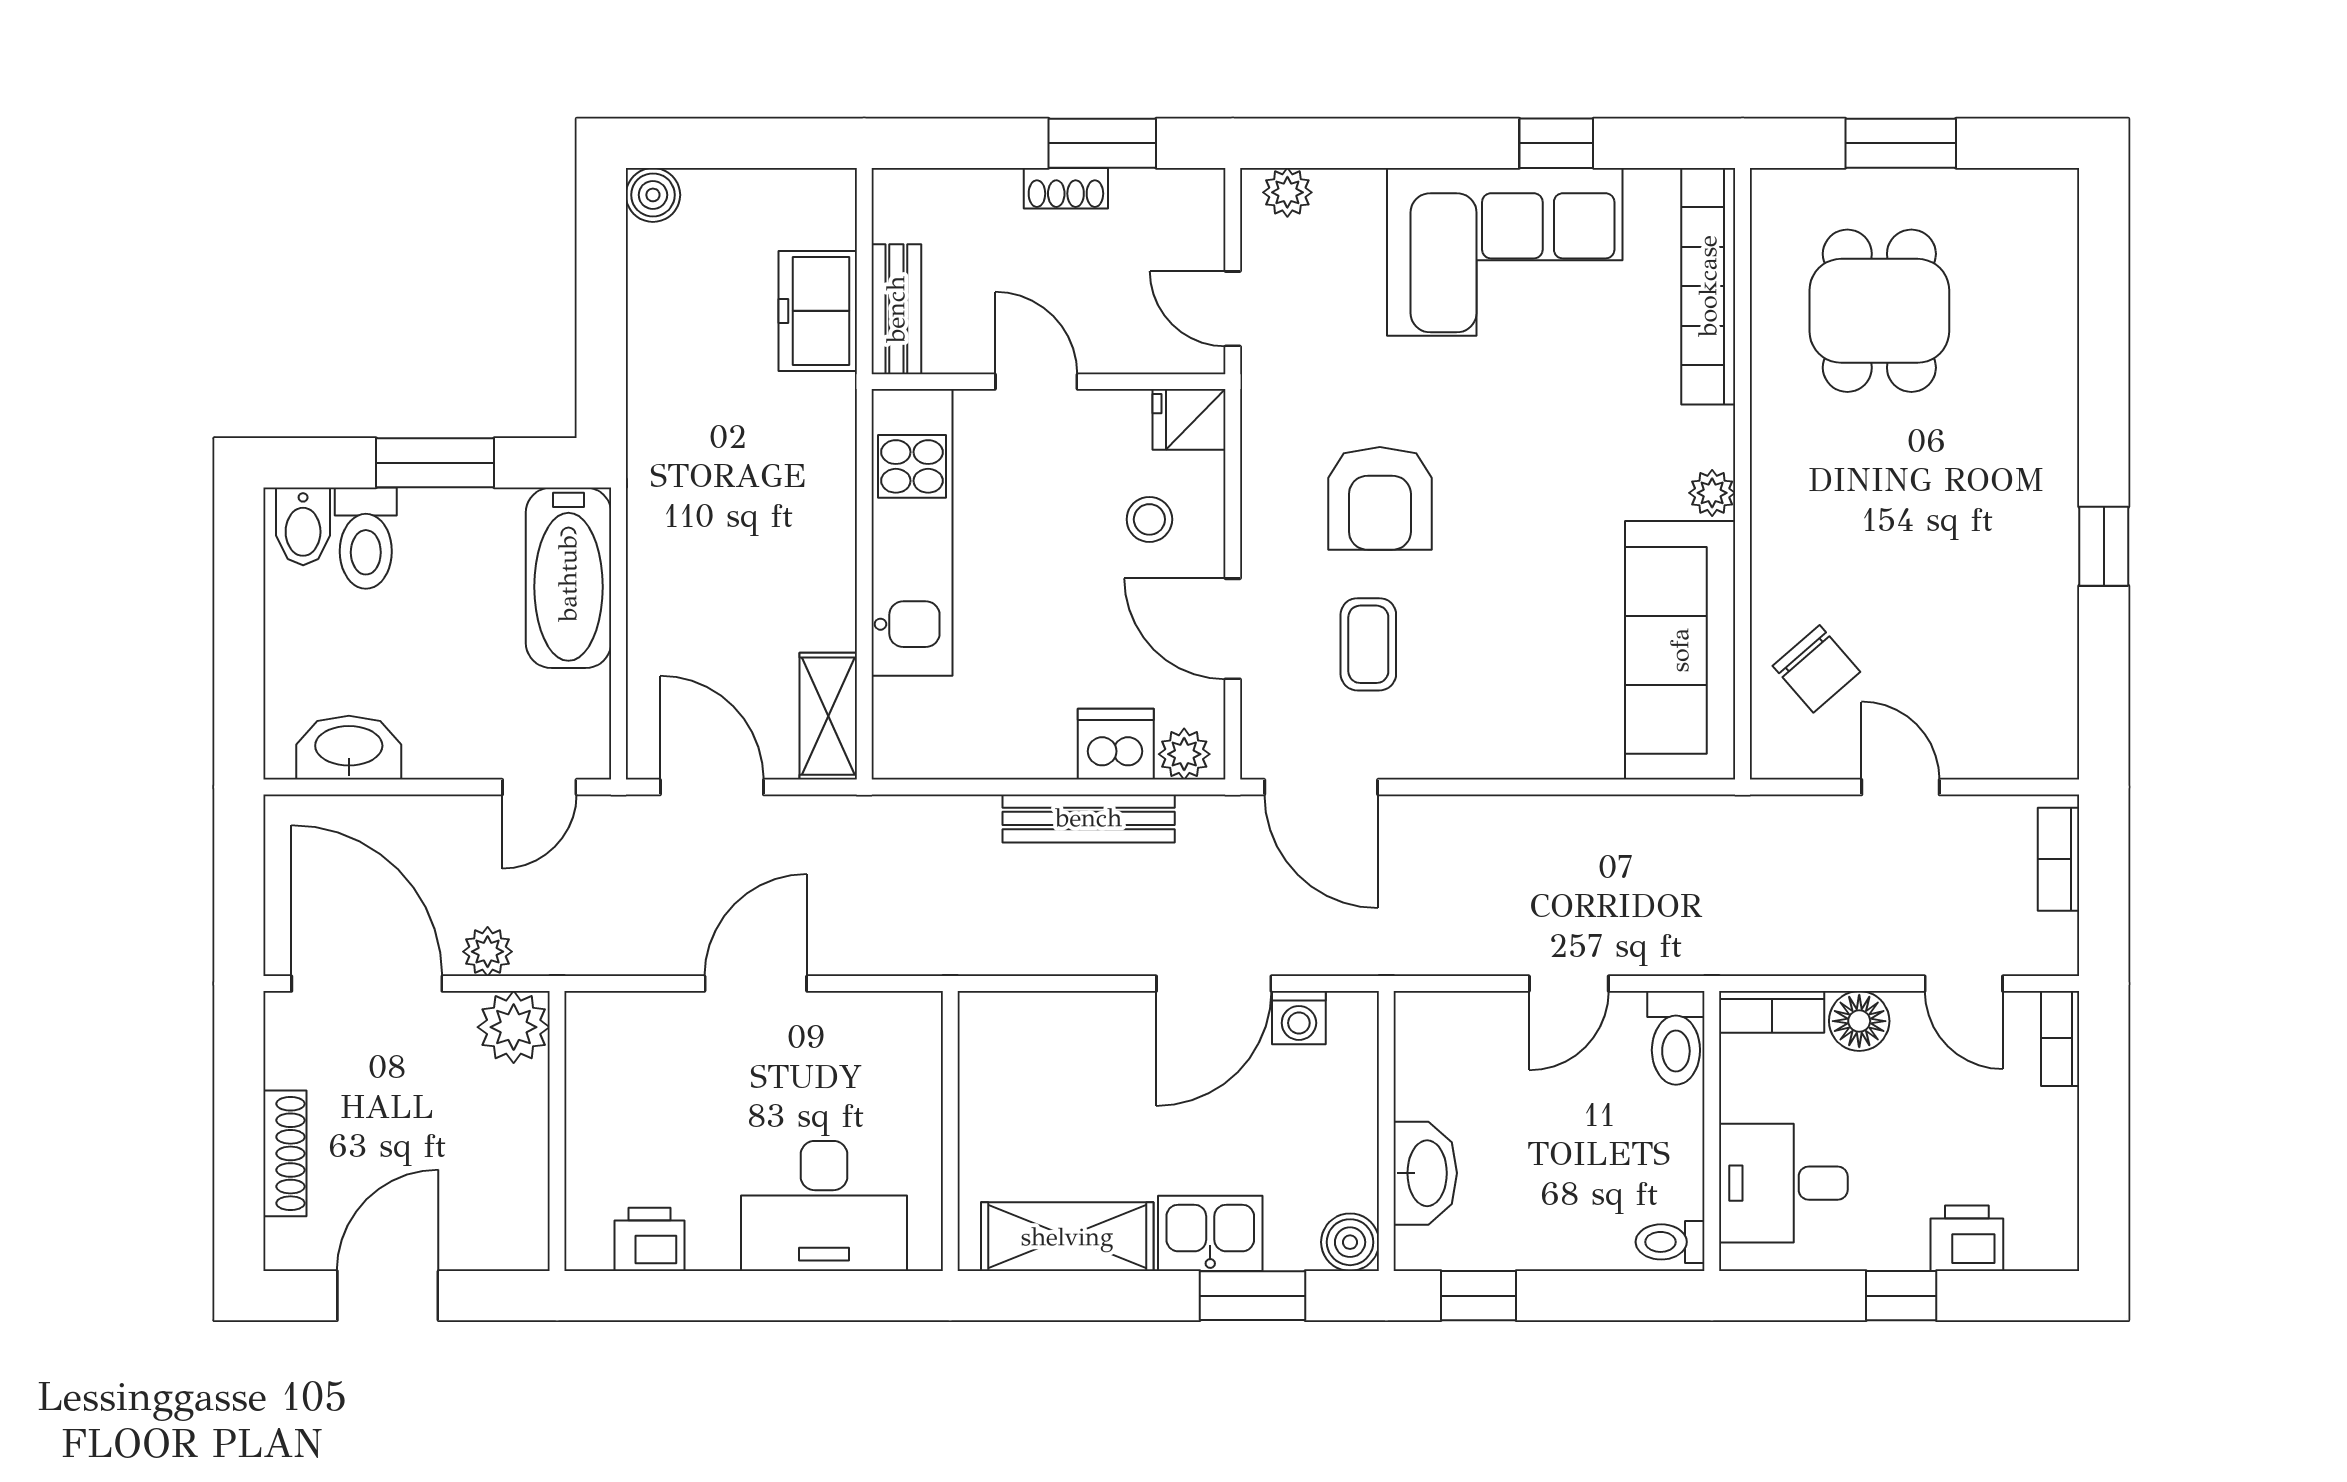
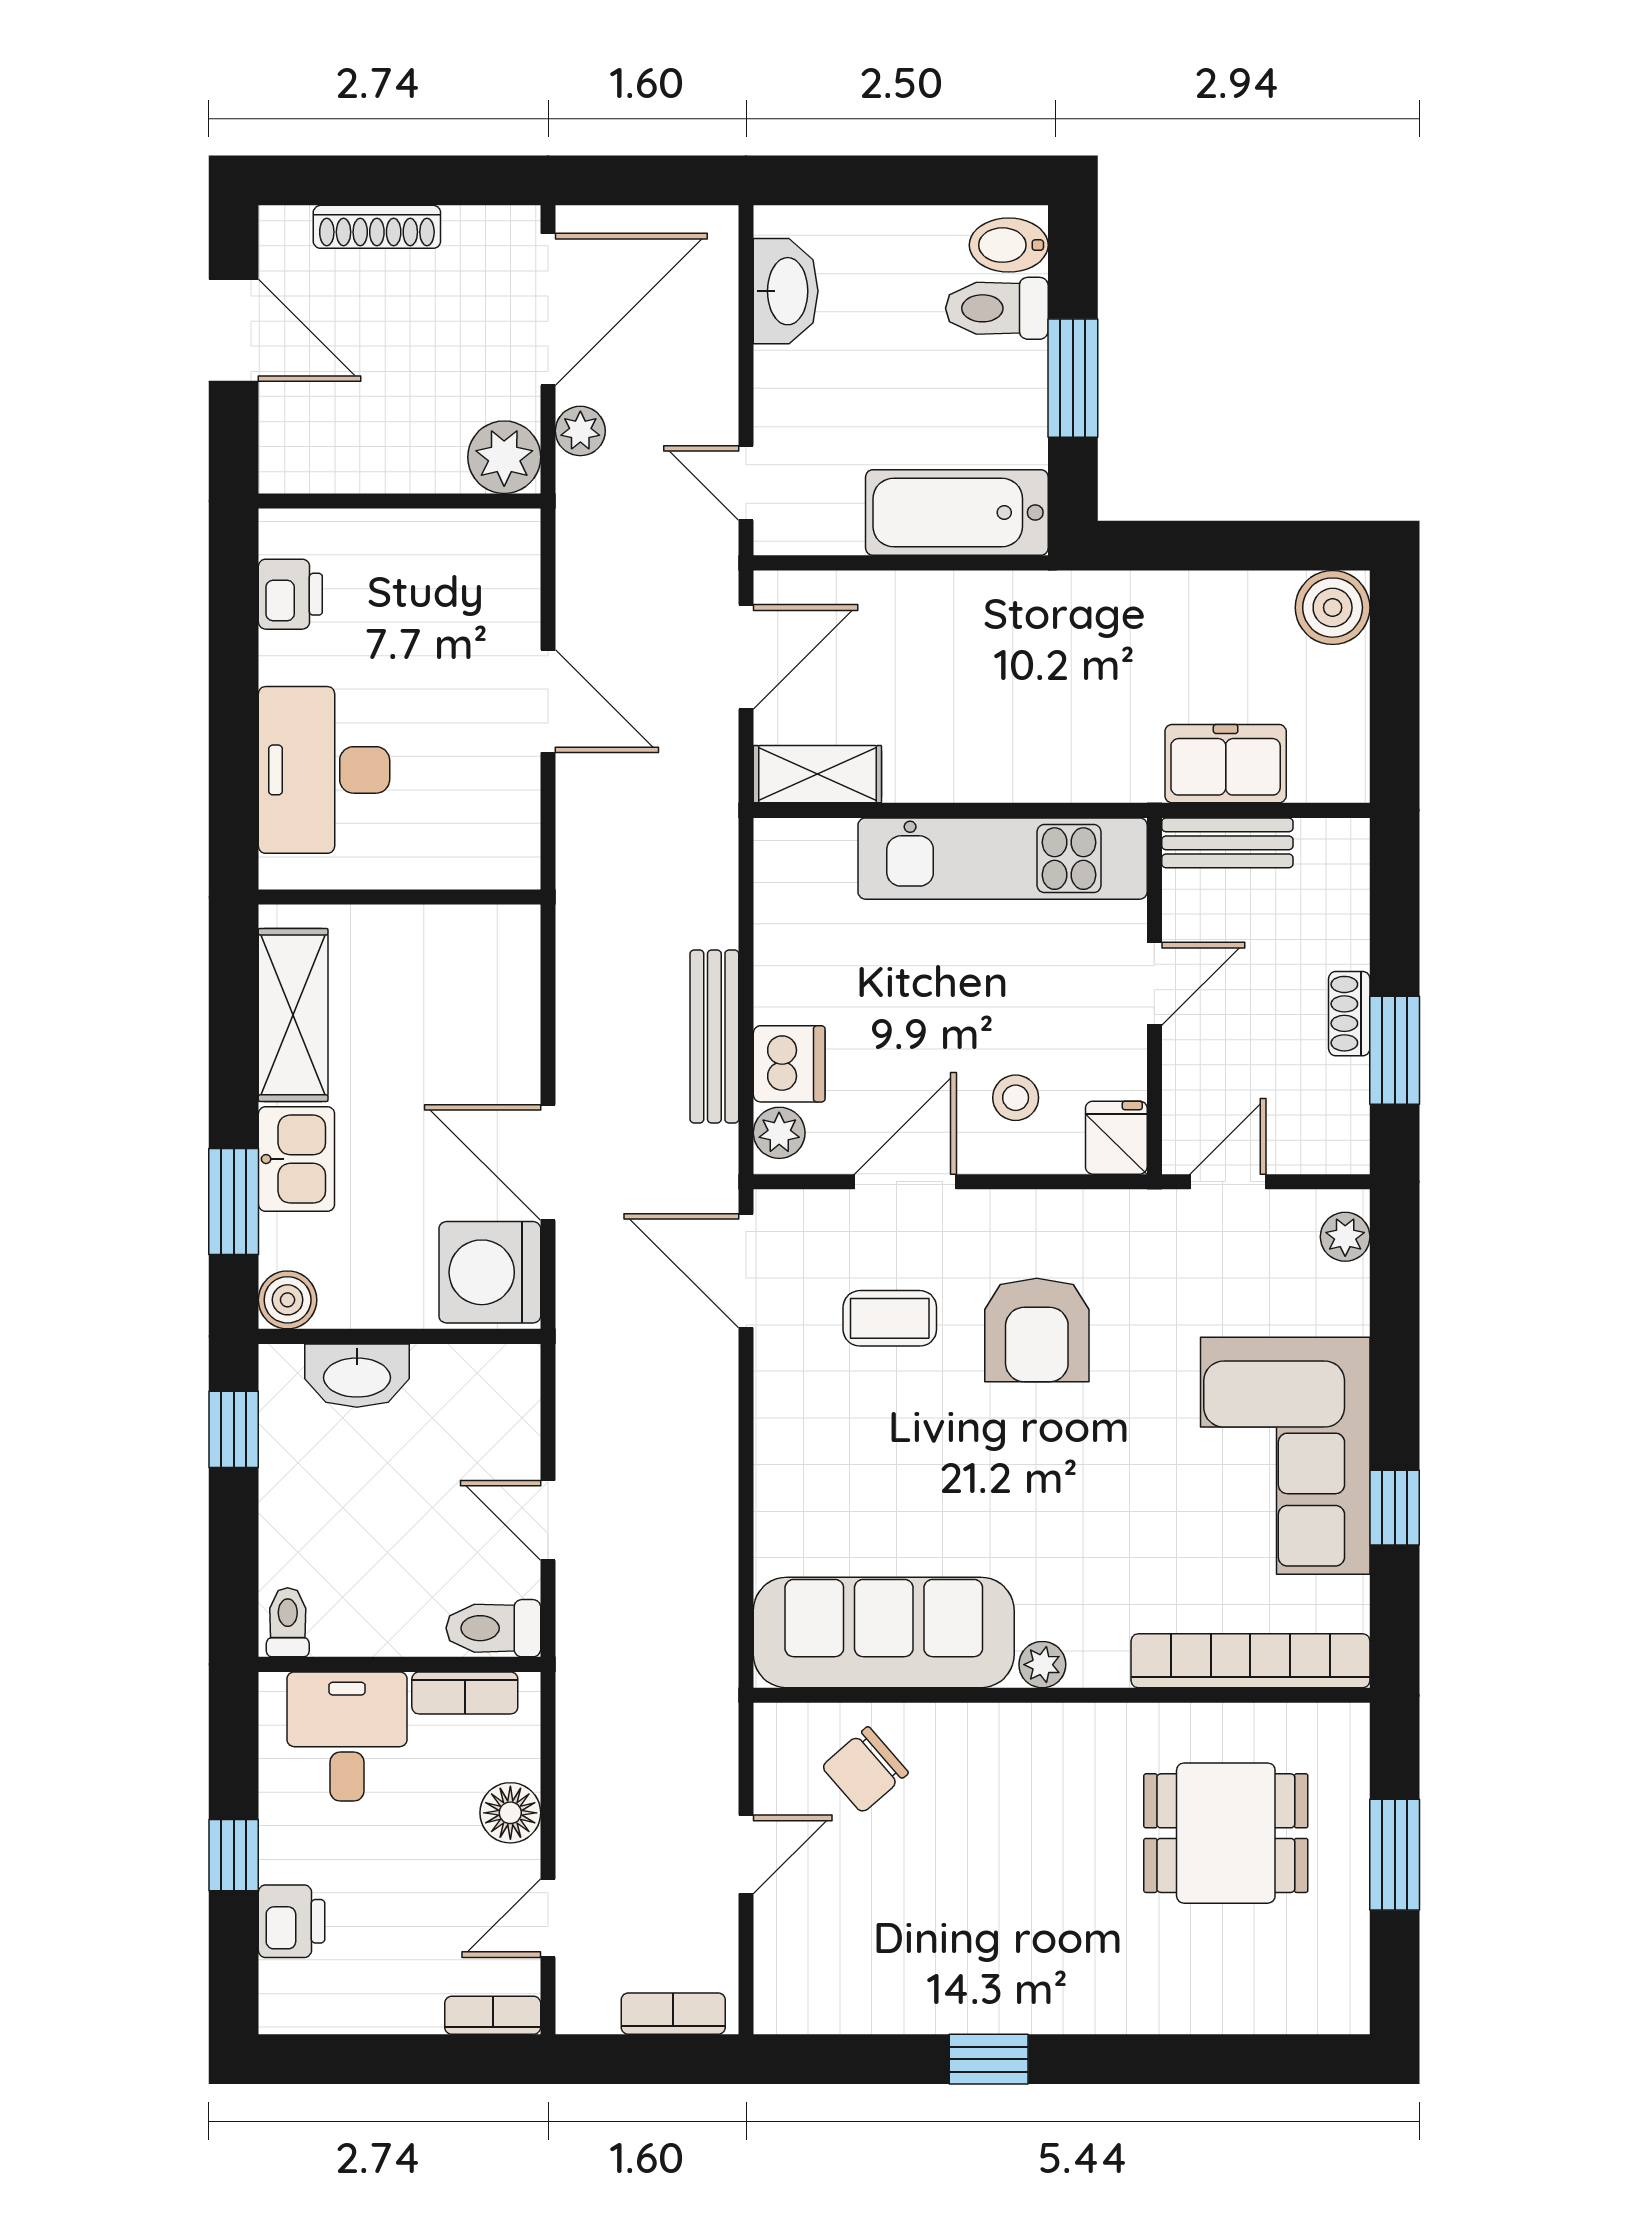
boiler: (653, 195) -> (1333, 608), width x1.36, depth x1.36
armchair: (1380, 498) -> (1037, 1330), turned -90
door: (1321, 787) -> (746, 1271), hinge flipped
bookcase: (1772, 1012) -> (465, 1693), moved, turned -90
washing machine: (1299, 1018) -> (490, 1272), width x1.89, depth x1.89

